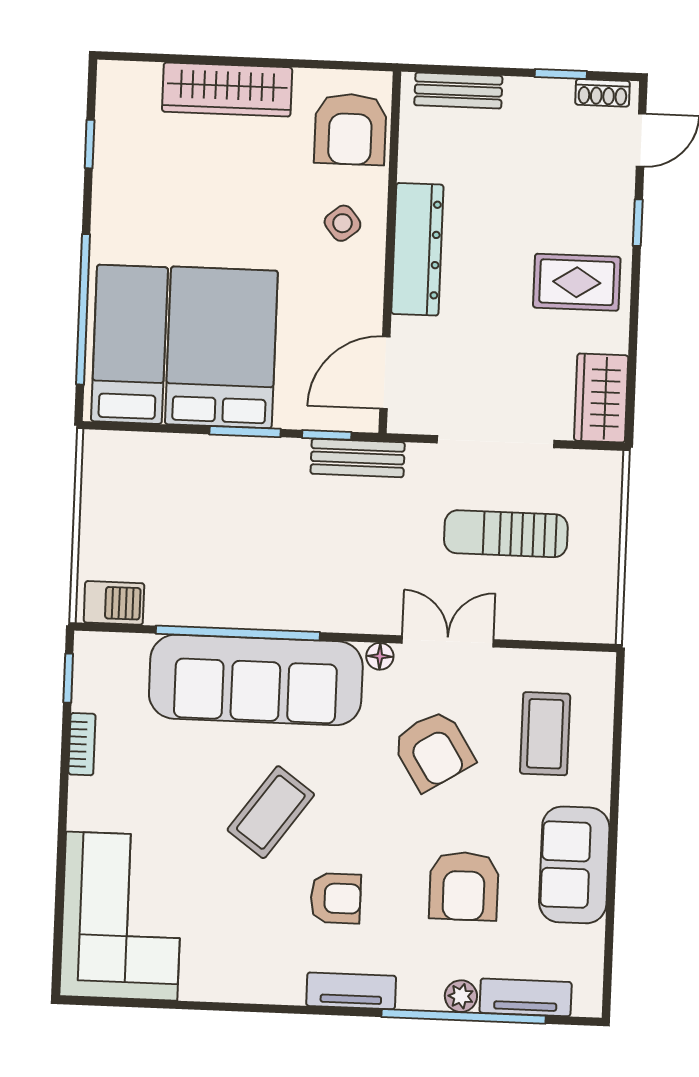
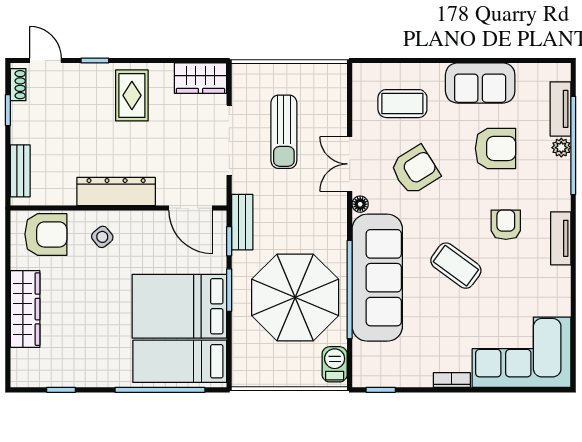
parasol: (228, 542) -> (295, 297), added
bookcase: (82, 744) -> (452, 380), moved
tv unit: (351, 991) -> (561, 238), moved

